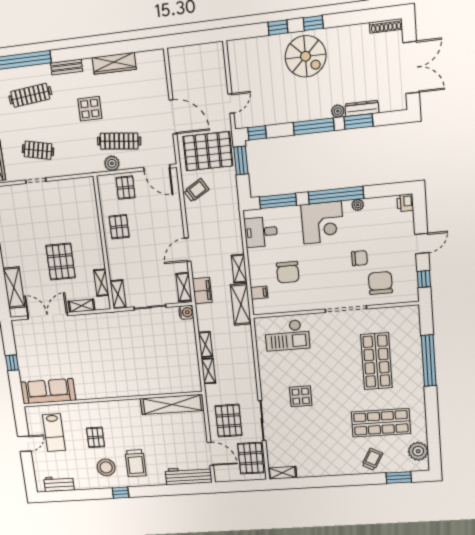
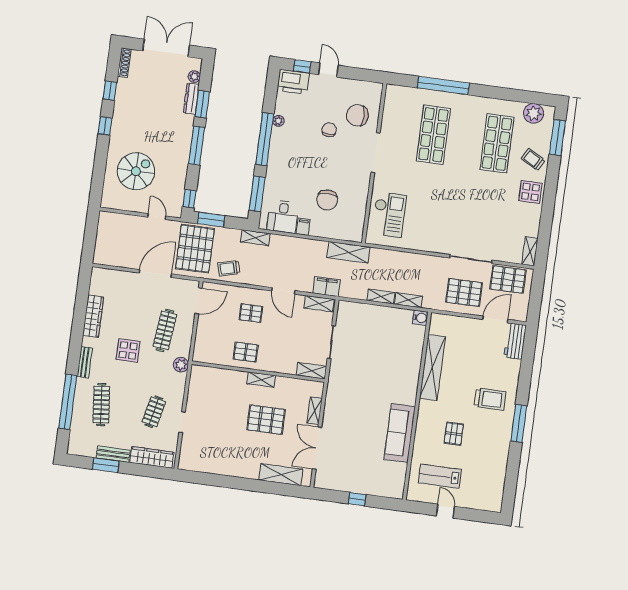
window: (278, 28) -> (110, 91), moved
spiral stairs: (306, 56) -> (136, 171), moved
plant: (338, 111) -> (194, 77), moved
plant: (112, 163) -> (181, 365), moved
pallet: (126, 188) -> (251, 313), moved
trolley: (196, 190) -> (229, 268), turned -74
printer: (405, 203) -> (293, 82), width x1.87, depth x1.48
corner desk: (322, 223) -> (287, 157), removed
shelving: (239, 269) -> (255, 238), moved
chair: (288, 272) -> (327, 200), turned 90
window: (424, 279) -> (302, 66), moved
shelving: (101, 283) -> (261, 380), moved
filing cabinet: (259, 293) -> (303, 227), moved
water cooler: (186, 312) -> (420, 318), moved, turned 90
shop shelf: (376, 361) -> (433, 135), turned 90
sofa: (48, 391) -> (400, 433), moved
display table: (301, 396) -> (530, 192), moved
shelving: (172, 405) -> (432, 367), moved
lab bench: (54, 433) -> (440, 476), turned 180
pallet: (95, 437) -> (454, 434), turned 90
stool: (106, 467) -> (488, 431), removed
workbench: (189, 476) -> (515, 341), width x0.73
window: (399, 478) -> (557, 138), width x1.44
workbench: (59, 484) -> (496, 487), removed
window: (121, 493) -> (519, 423), width x2.17

